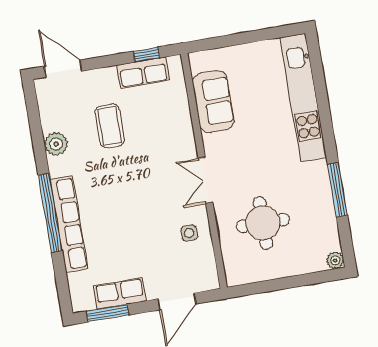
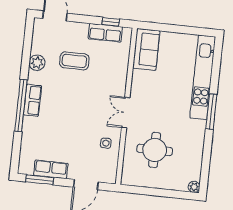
sofa: (213, 101) -> (146, 49), moved
coffee table: (110, 126) -> (74, 61), turned 90
window: (337, 190) -> (211, 112), moved
row of seats: (69, 224) -> (33, 100), width x0.50

